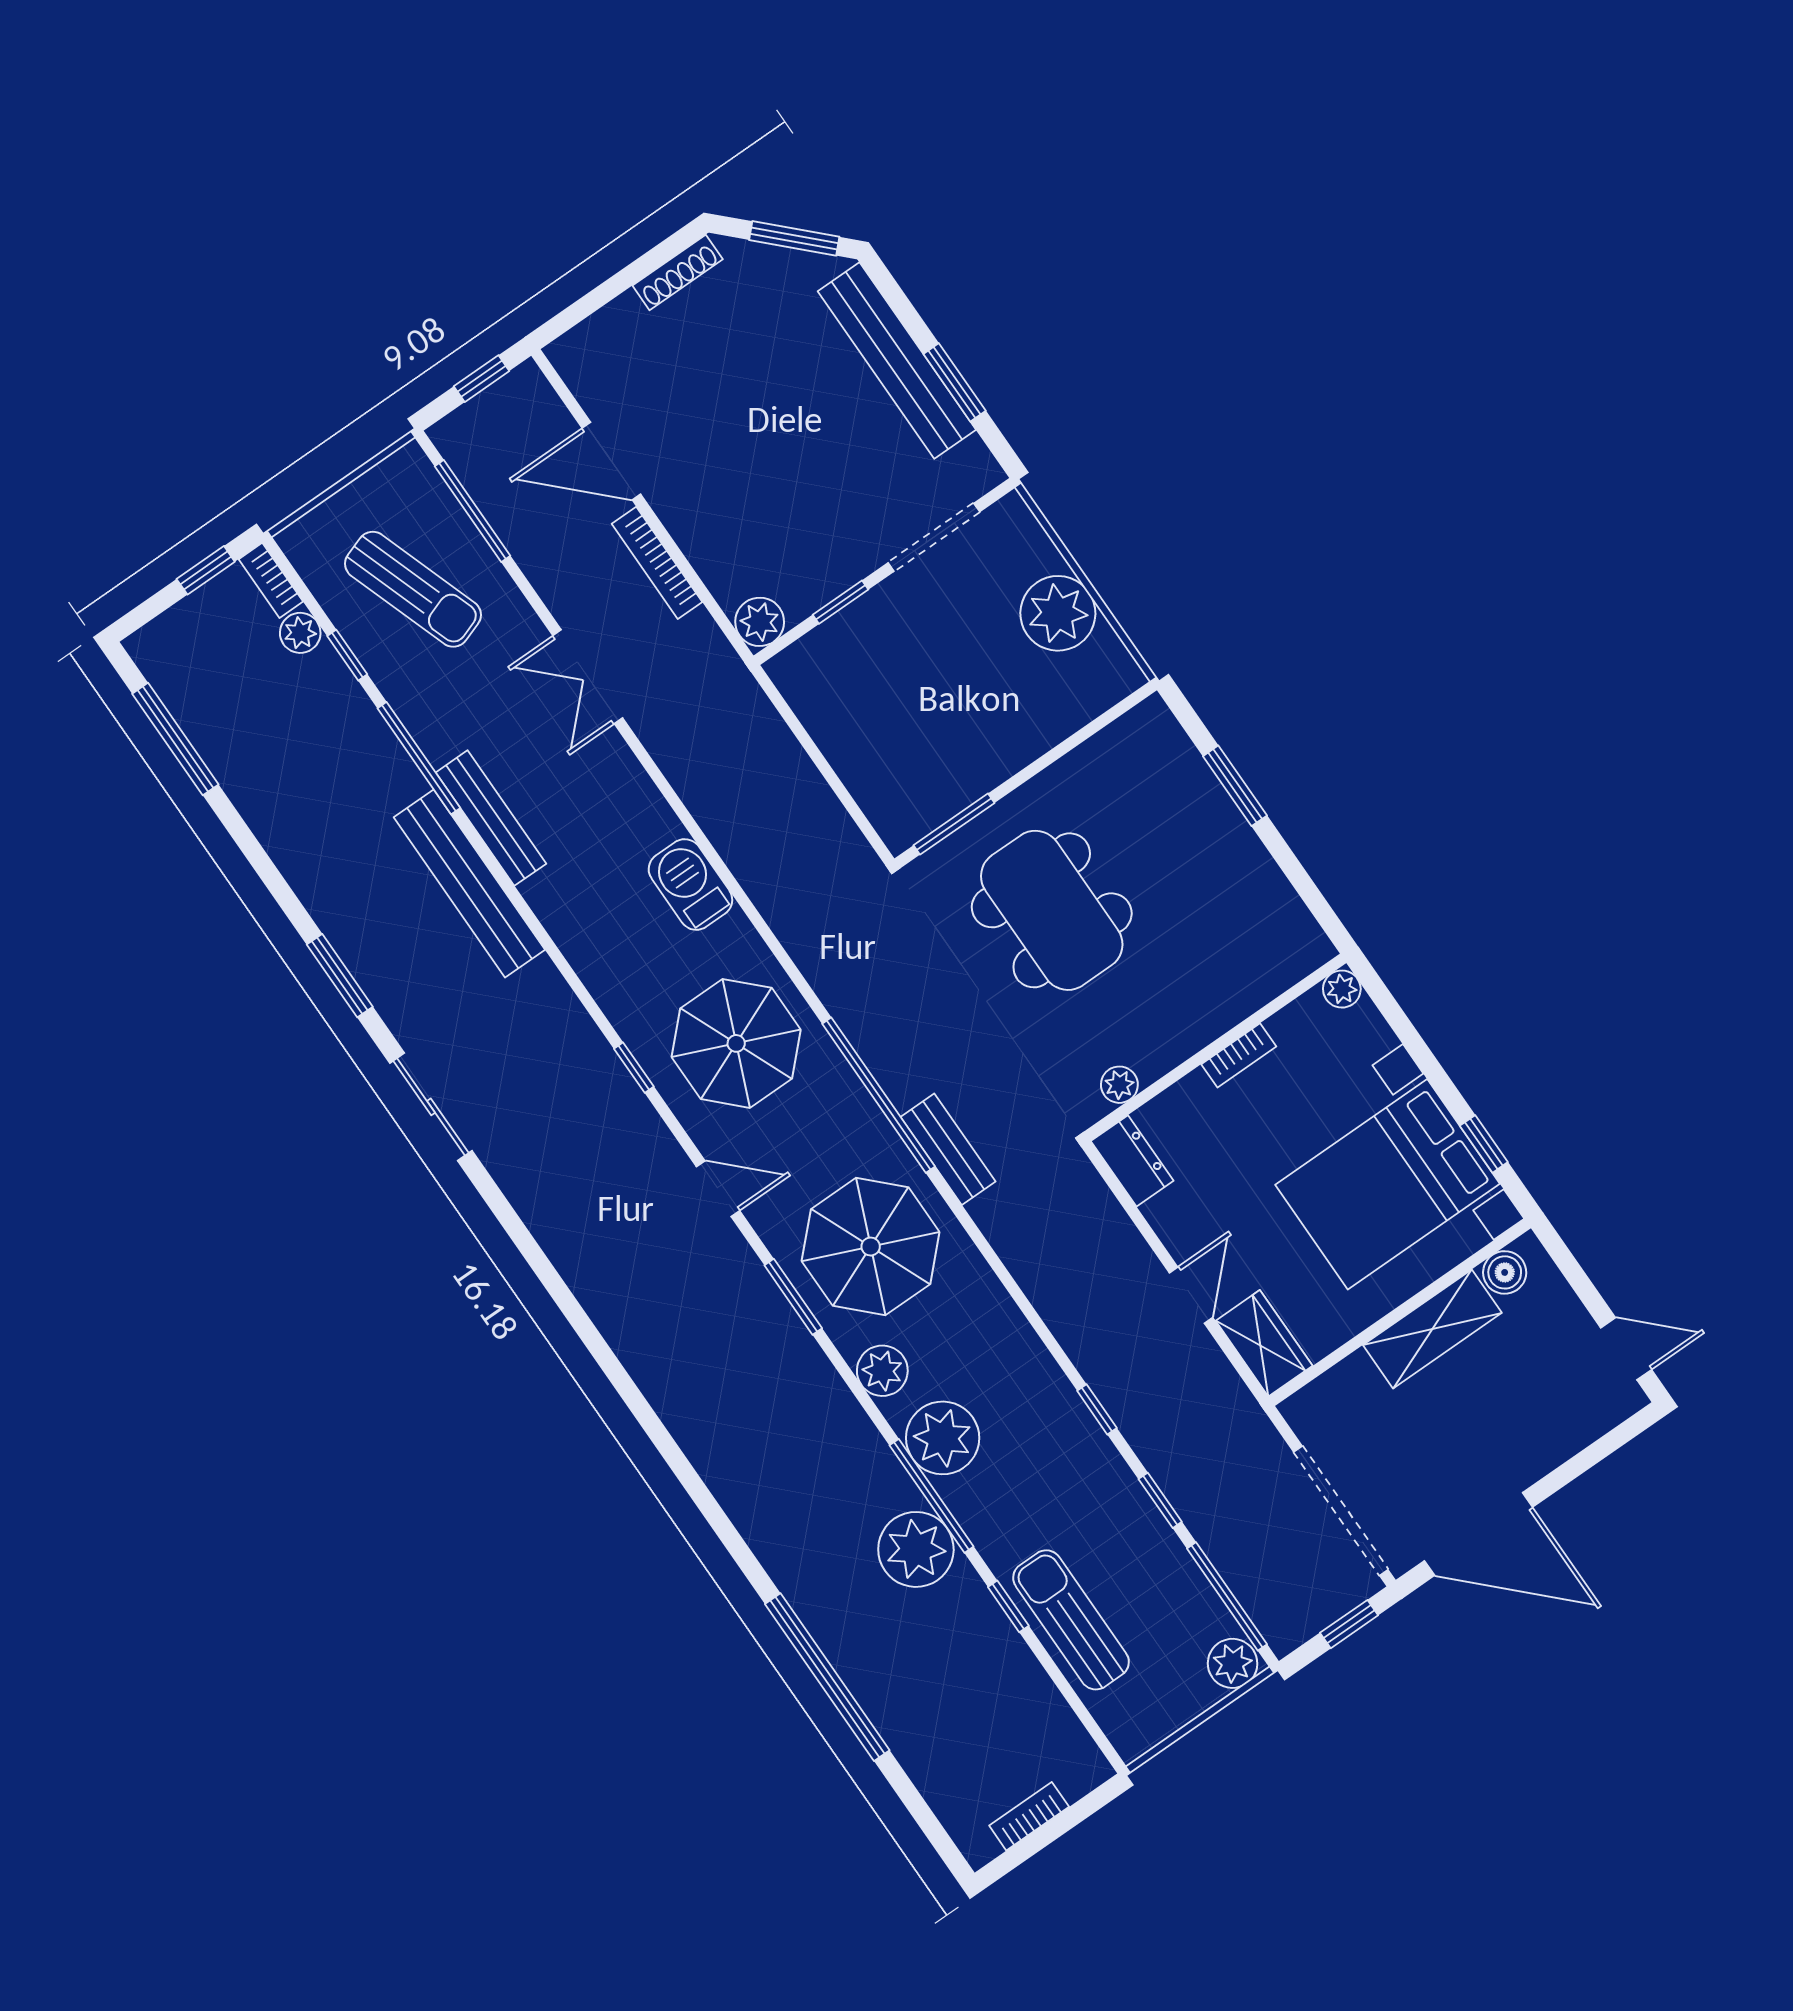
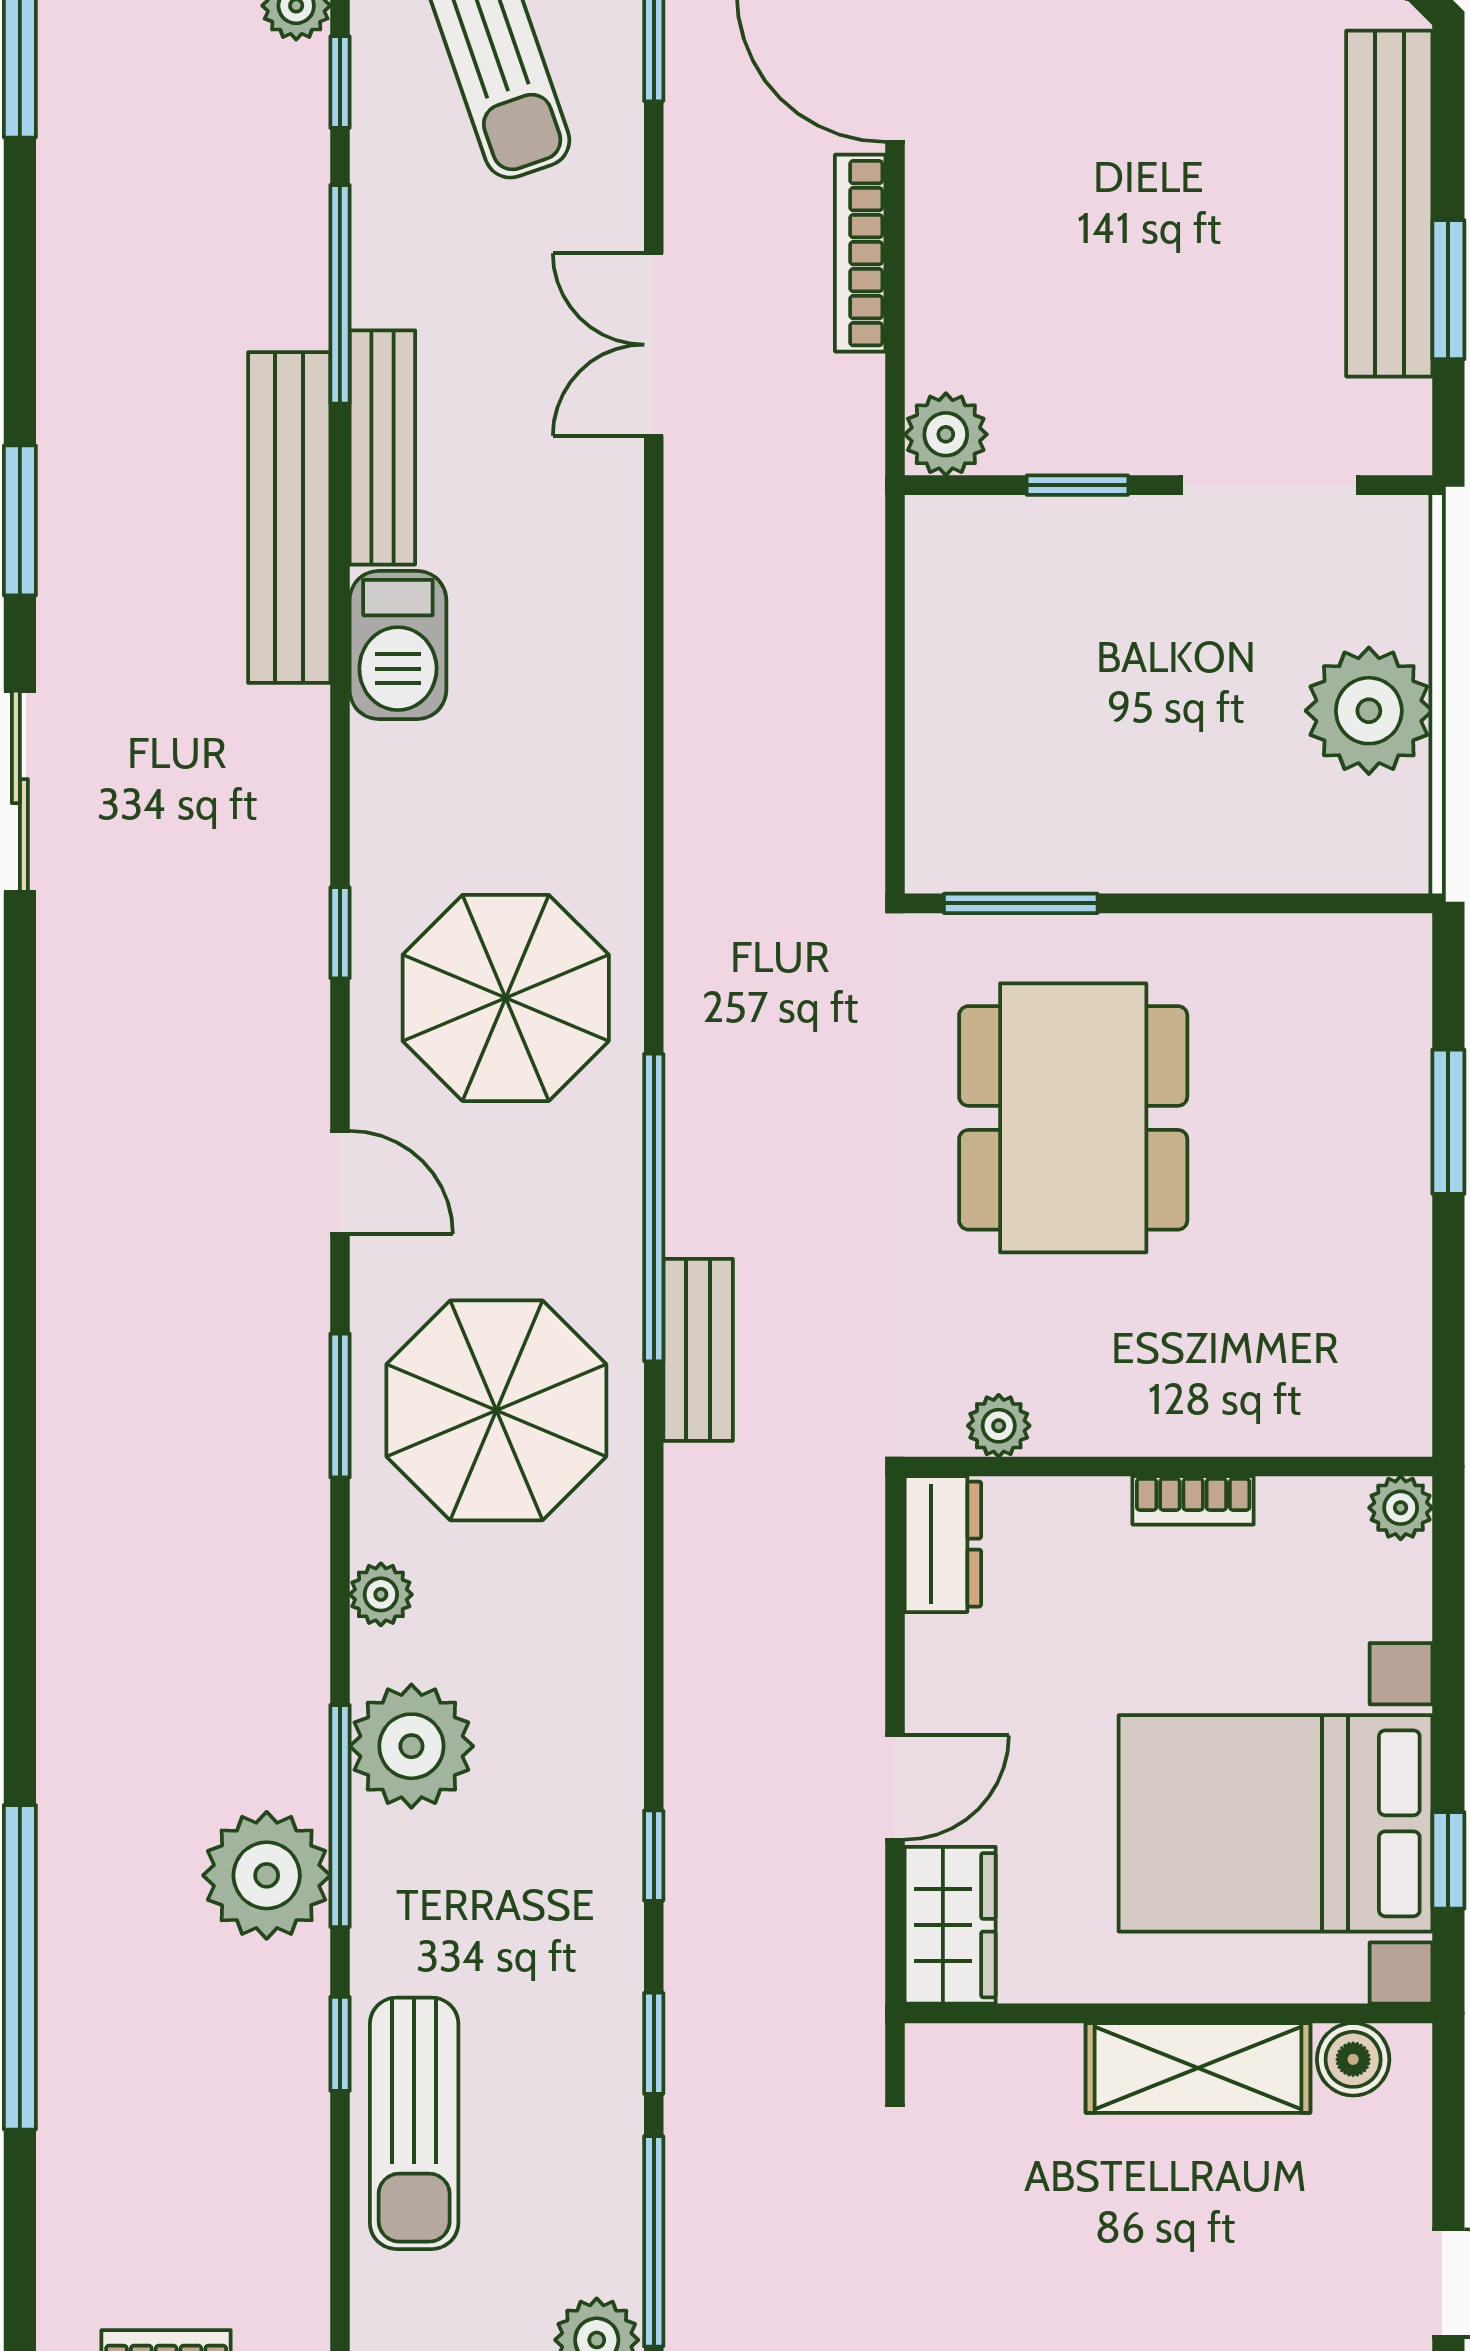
barbecue: (690, 885) -> (398, 645), moved, turned 180
plant: (882, 1371) -> (381, 1594), width x0.73, depth x0.73
sun lounger: (1071, 1620) -> (414, 2123), turned 180

